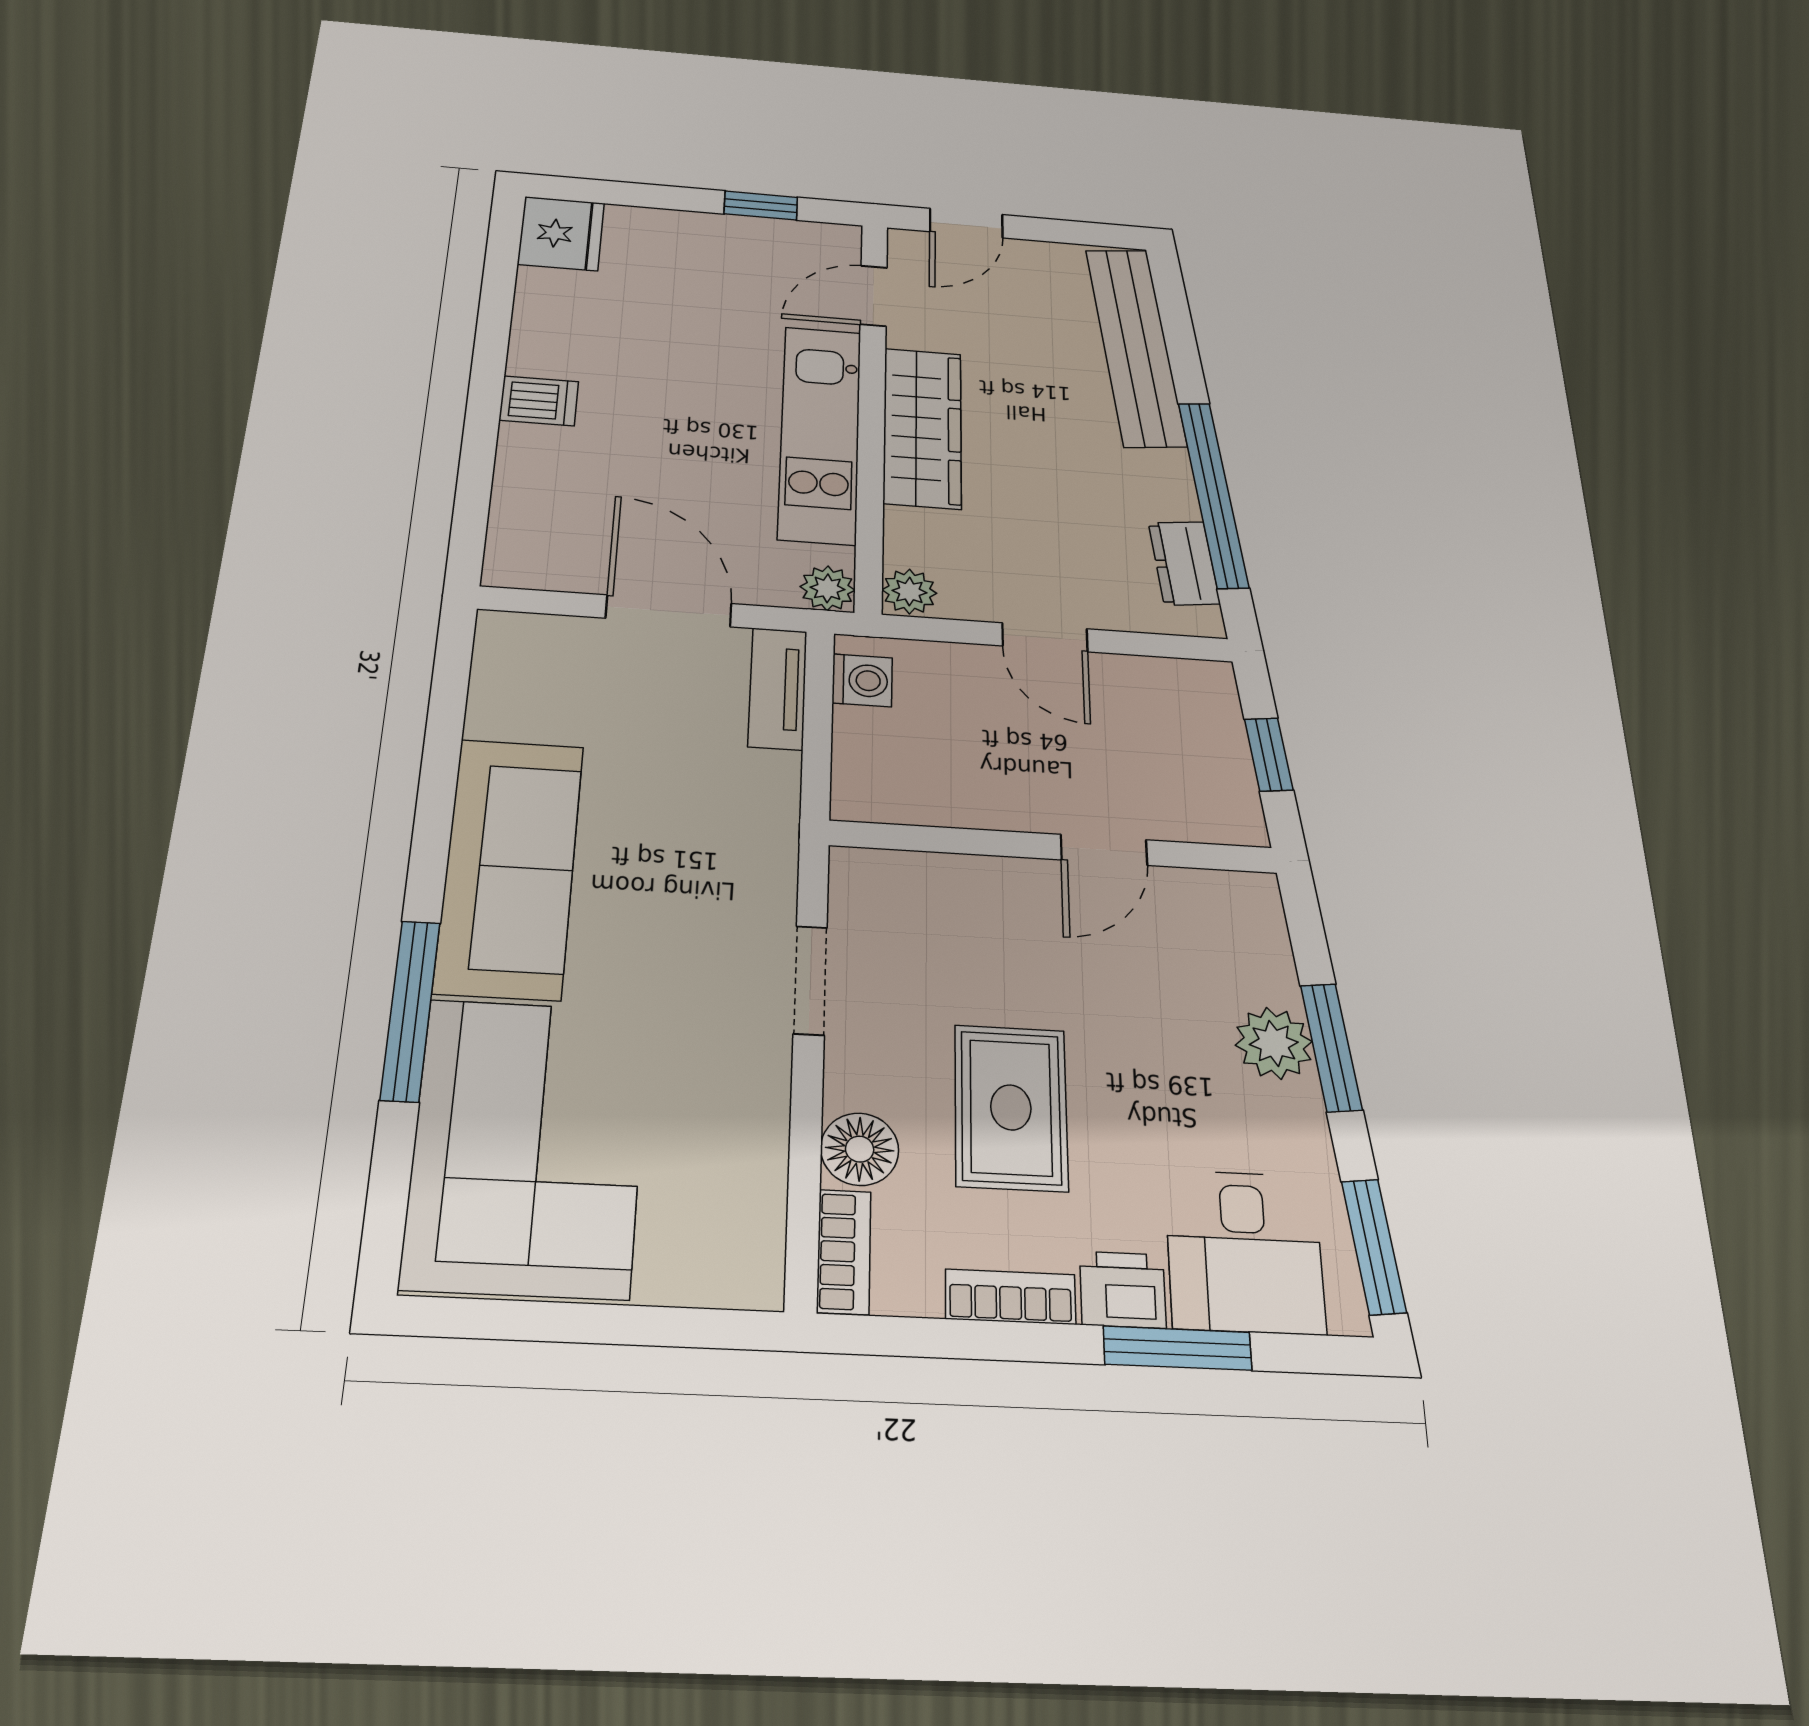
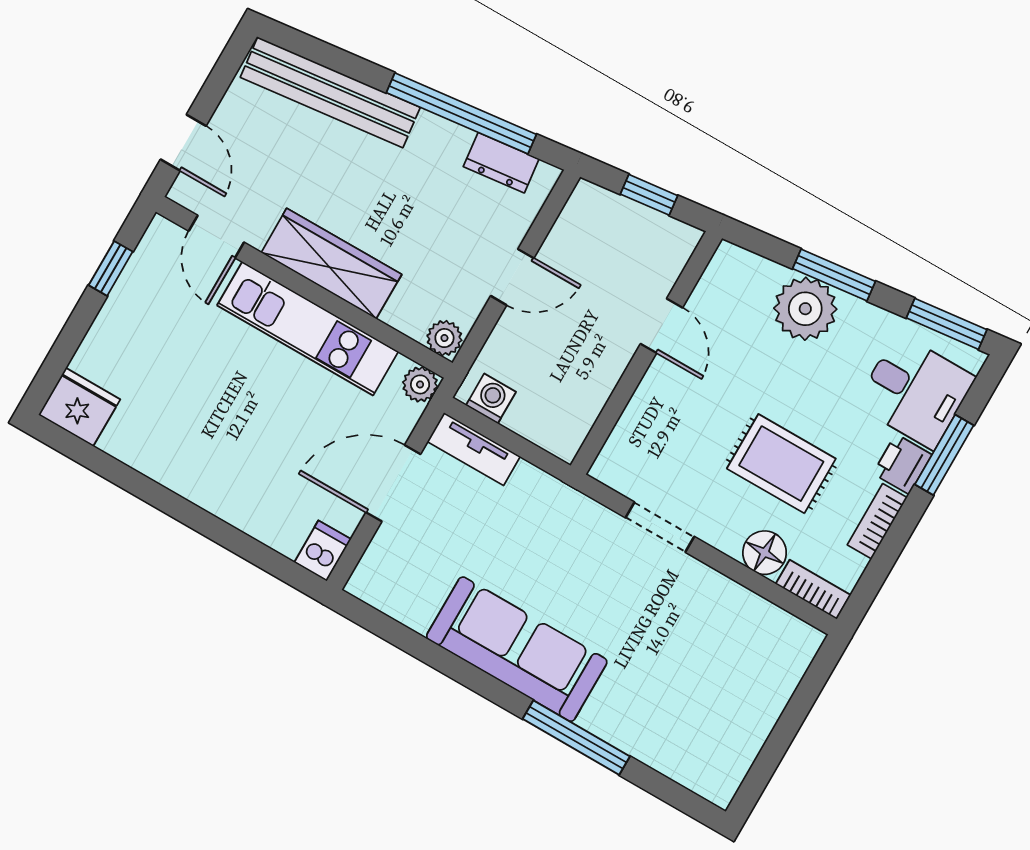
dishwasher: (539, 401) -> (323, 551), moved
plant: (1274, 1043) -> (805, 309), width x1.36, depth x1.36
corner sofa: (527, 1146) -> (680, 715), removed

